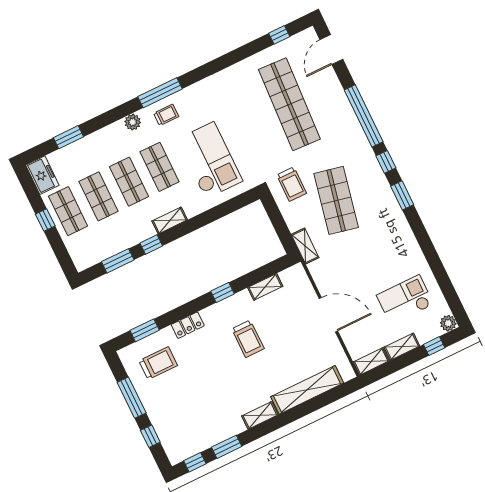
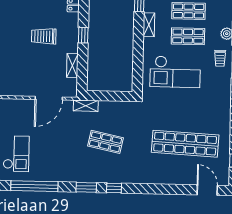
window: (364, 116) -> (34, 186), moved
trolley: (292, 184) -> (131, 118), removed
shop shelf: (336, 200) -> (105, 142), width x0.70, depth x0.74
door: (328, 315) -> (49, 98), moved

